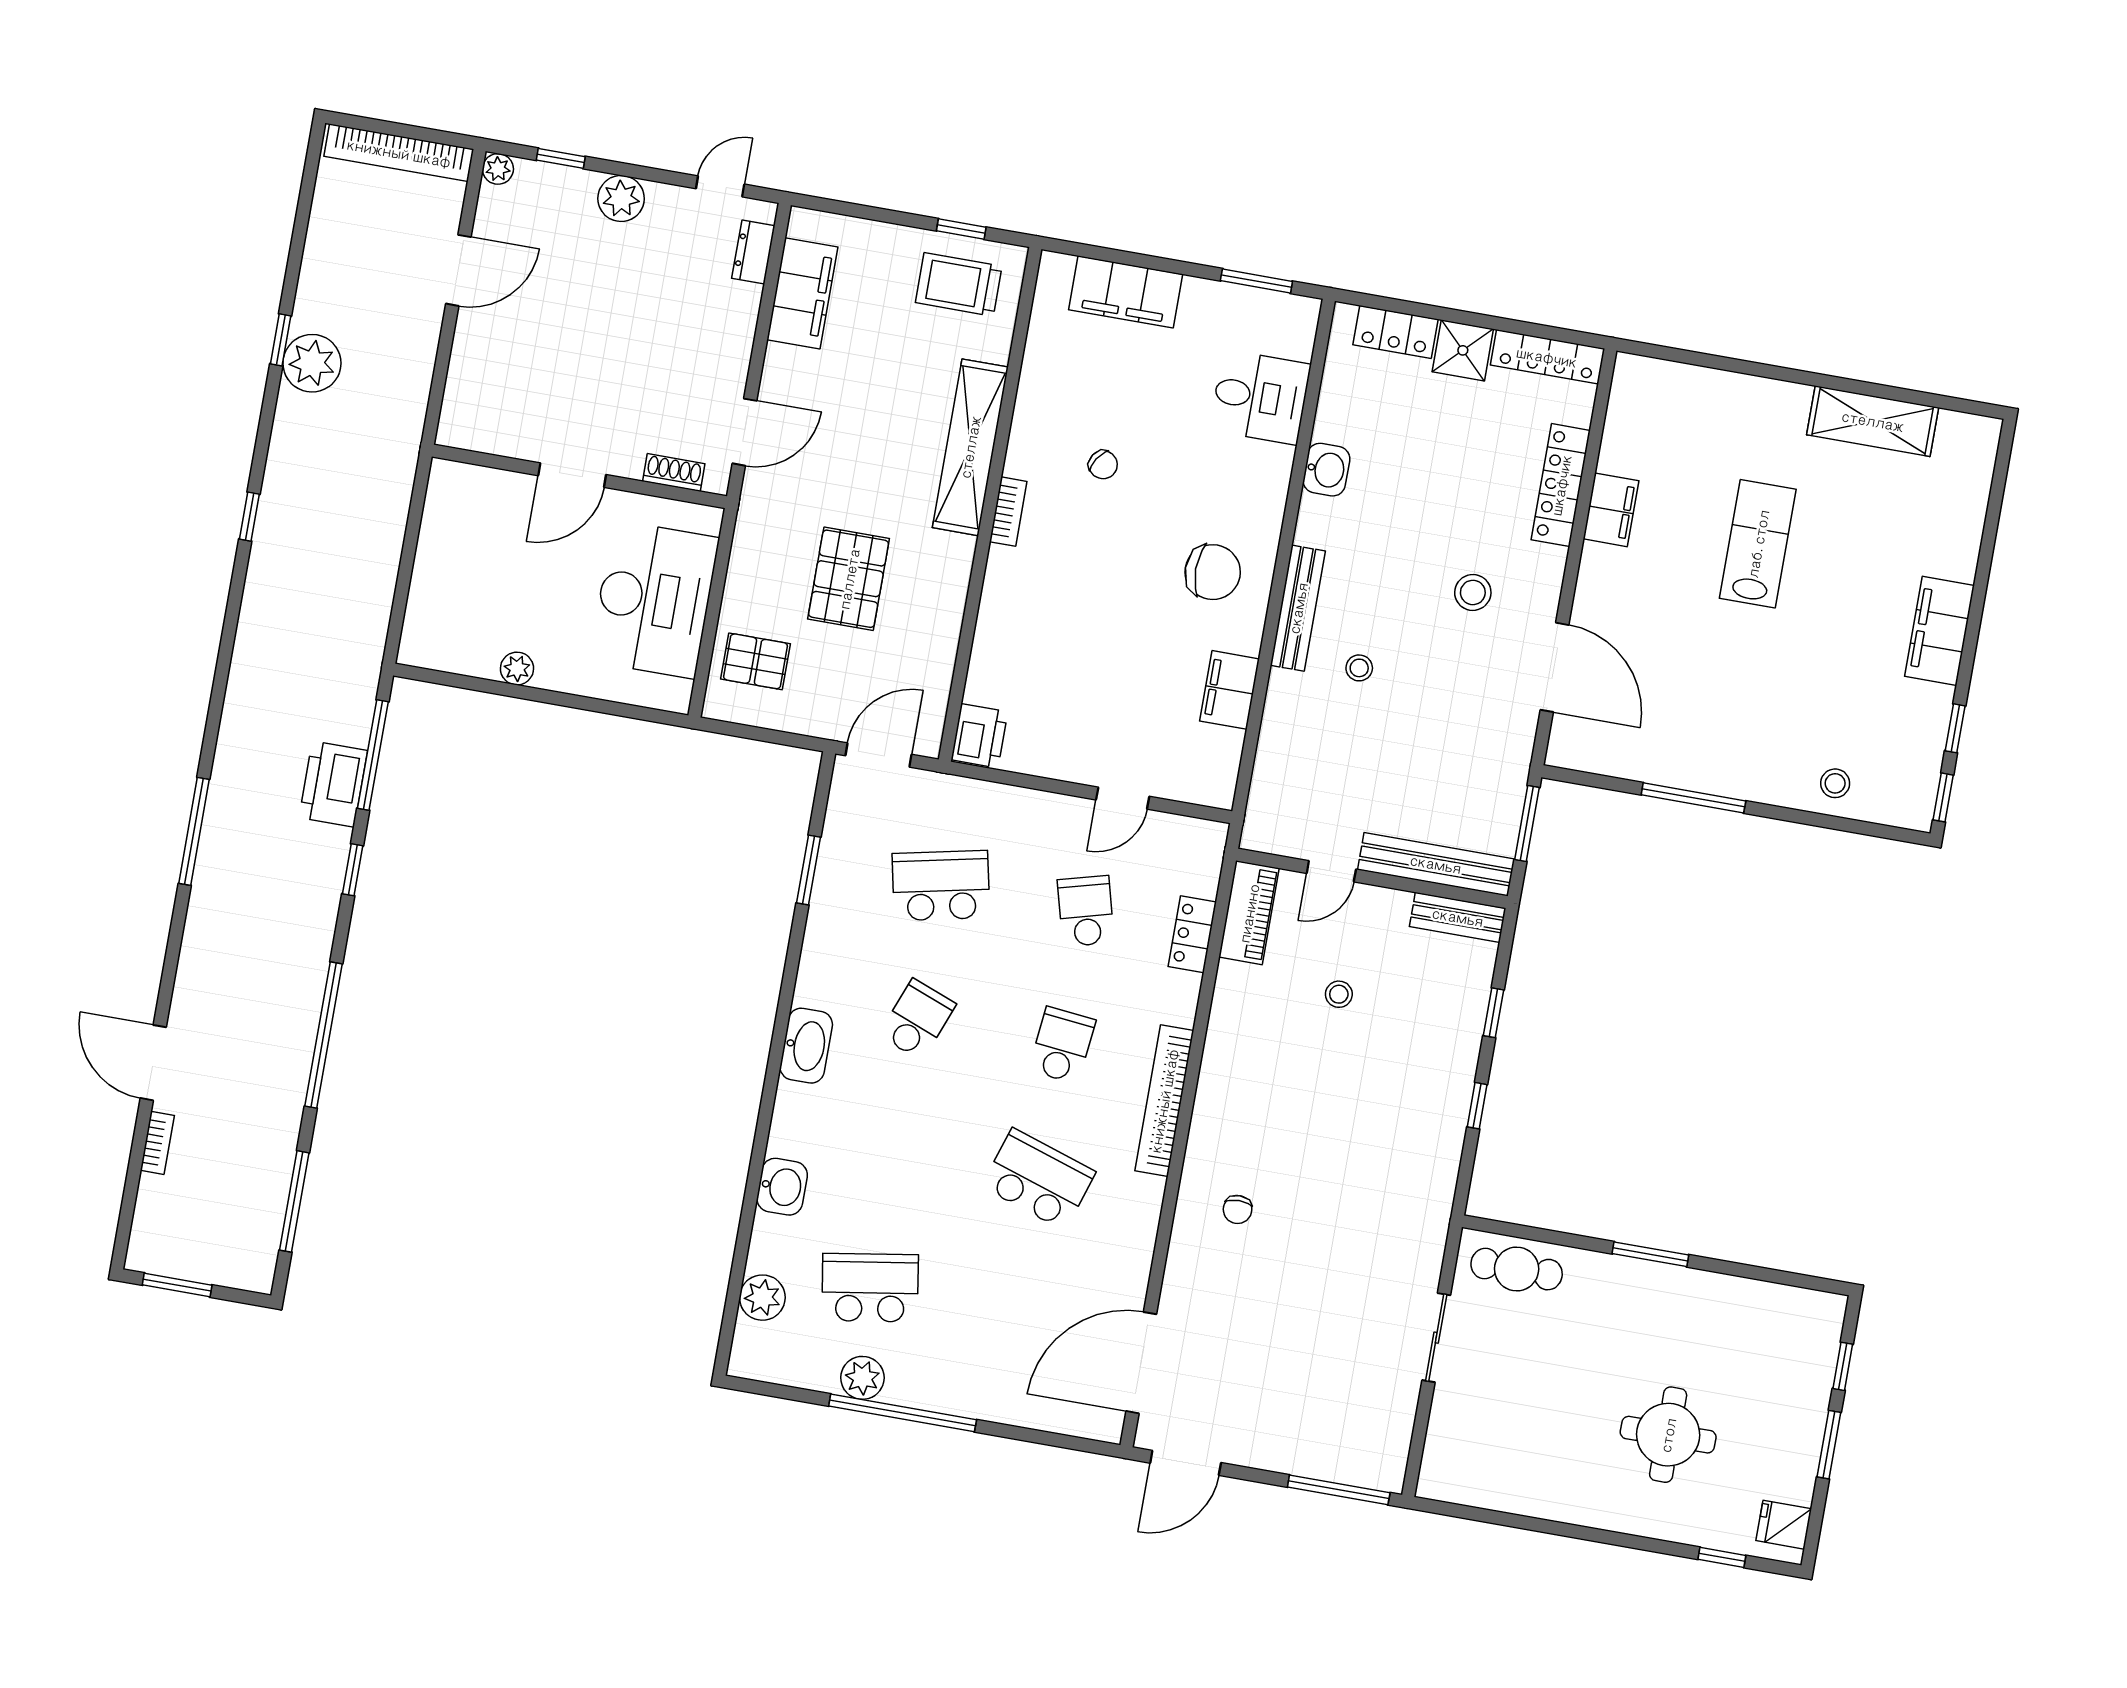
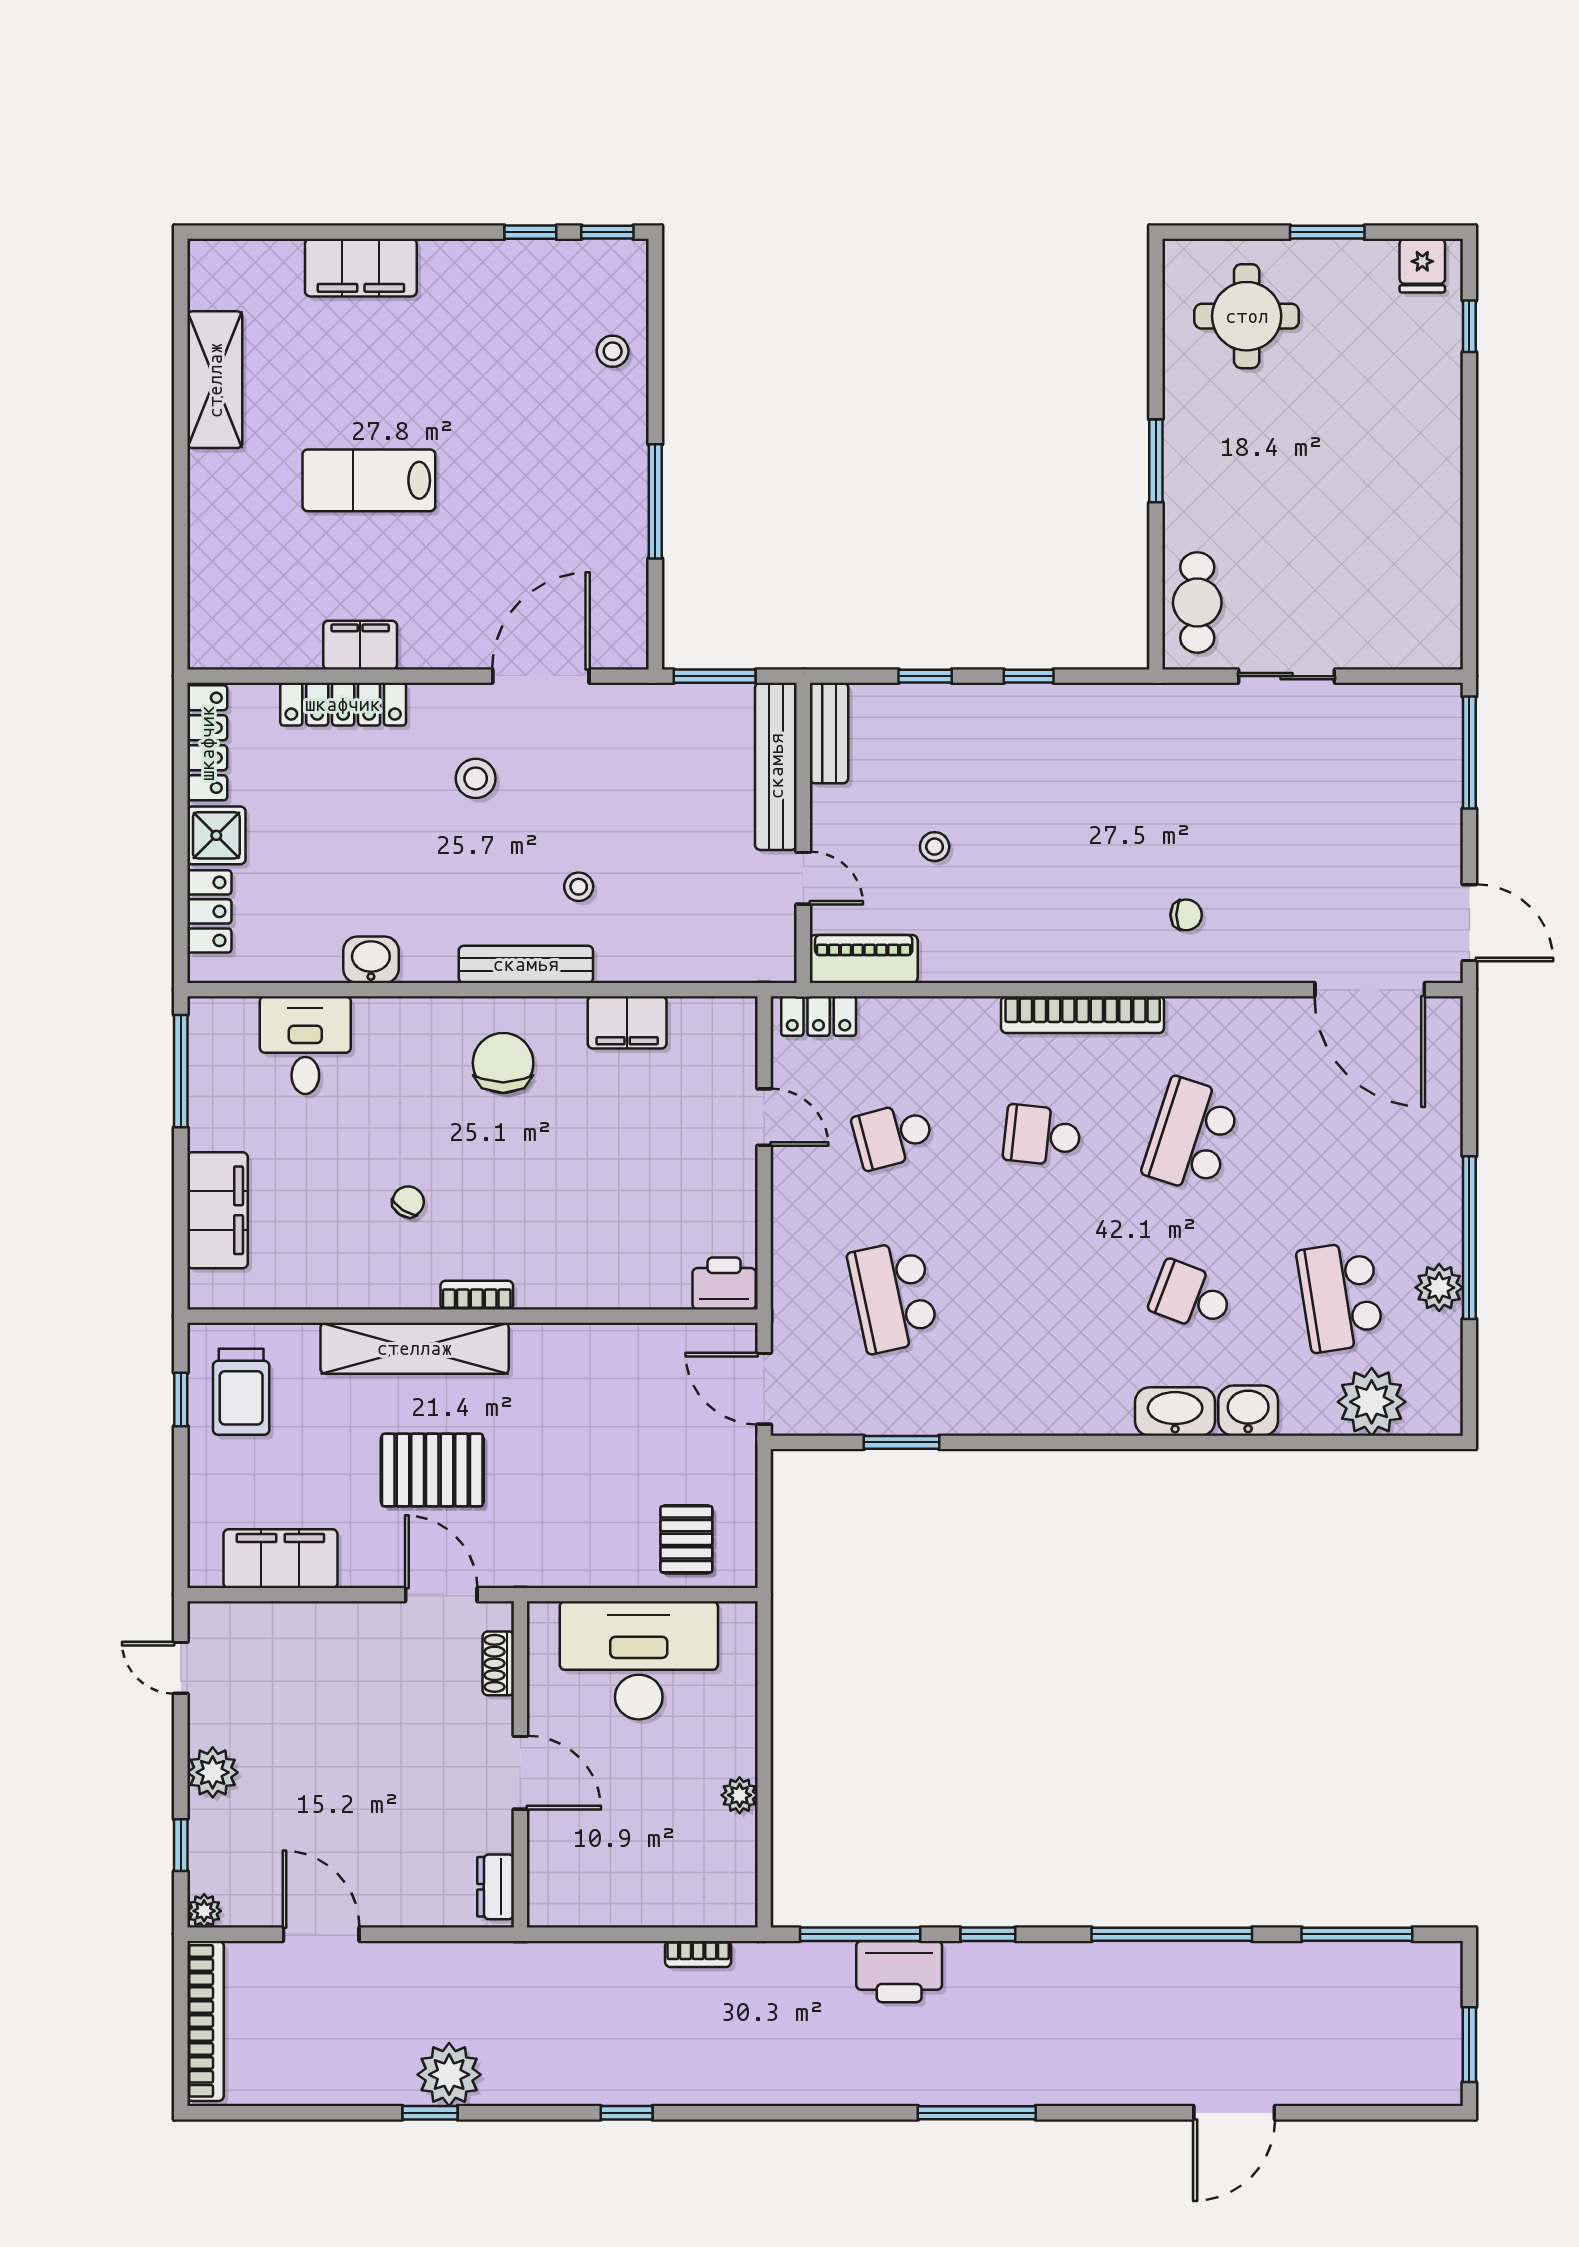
dresser: (753, 252) -> (496, 1887), moved, turned 90
window: (1256, 281) -> (181, 1071), width x1.44
pallet: (849, 579) -> (432, 1470), moved
filing cabinet: (1940, 631) -> (361, 268), moved
locker: (1192, 934) -> (819, 1016), moved
school desk: (917, 1020) -> (1191, 1297), moved
washbasin: (806, 1046) -> (1175, 1411), moved
bookcase: (157, 1143) -> (698, 1954), moved, turned 180
plant: (762, 1298) -> (1372, 1402), width x1.36, depth x1.36
window: (1843, 1366) -> (1240, 232), removed
round table: (1668, 1435) -> (1247, 316), moved

